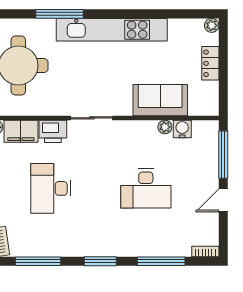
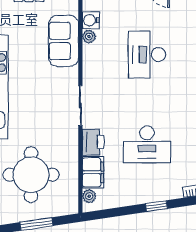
desk: (146, 188) -> (147, 55), turned 180

